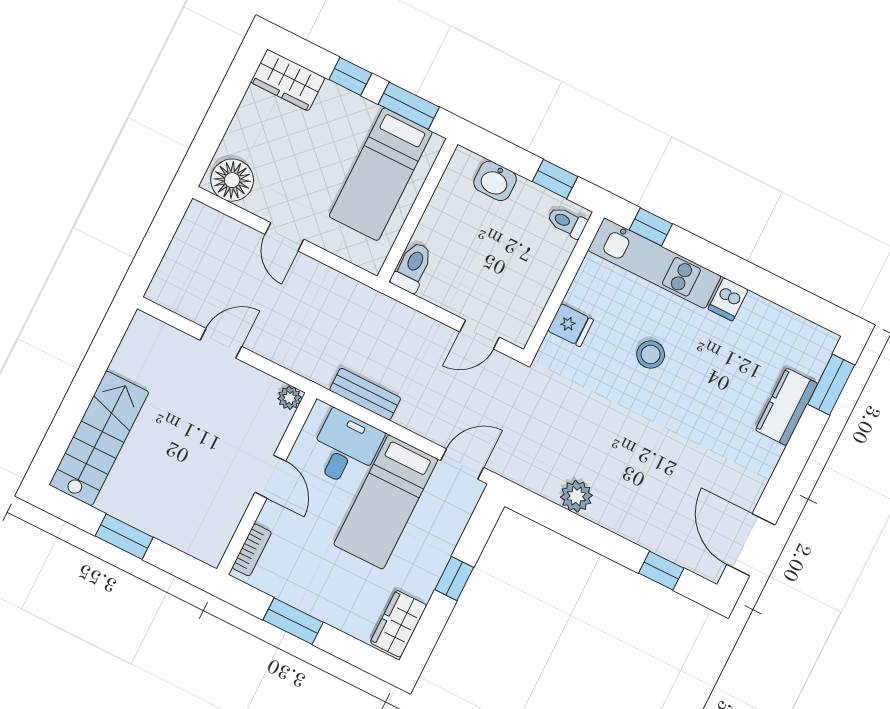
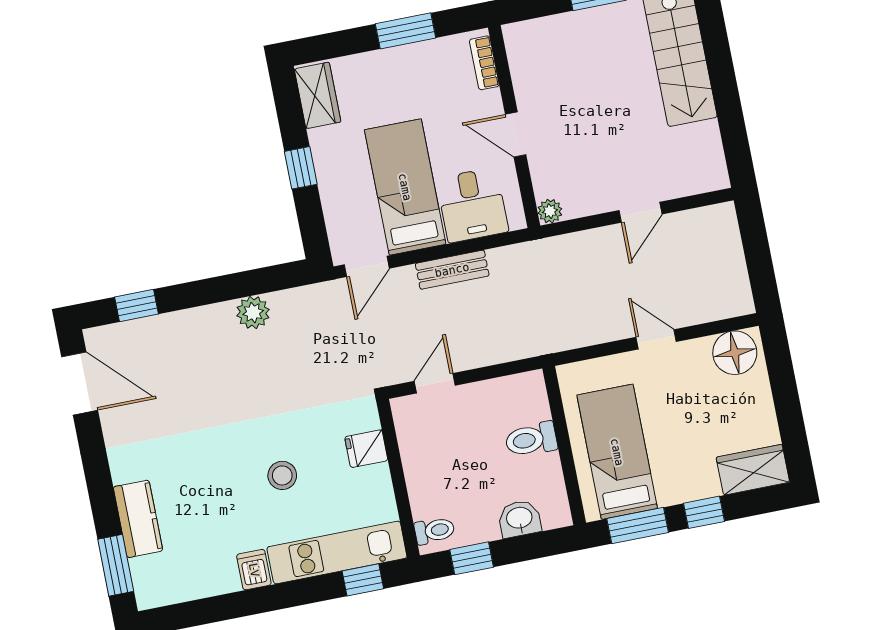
toilet: (412, 267) -> (531, 439), moved, turned 90
bench: (365, 394) -> (452, 270), moved

